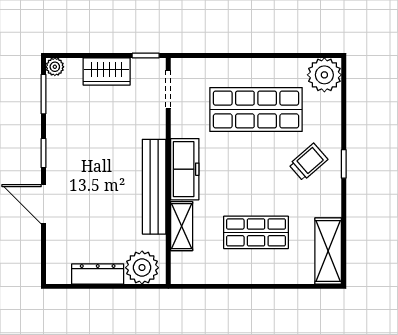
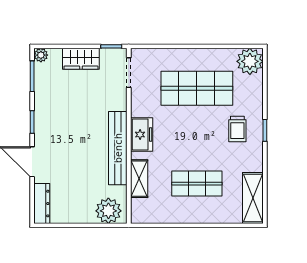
trolley: (308, 162) -> (237, 129), turned 131
freezer: (185, 169) -> (142, 135), width x0.71
dresser: (98, 274) -> (42, 204), moved, turned 90

